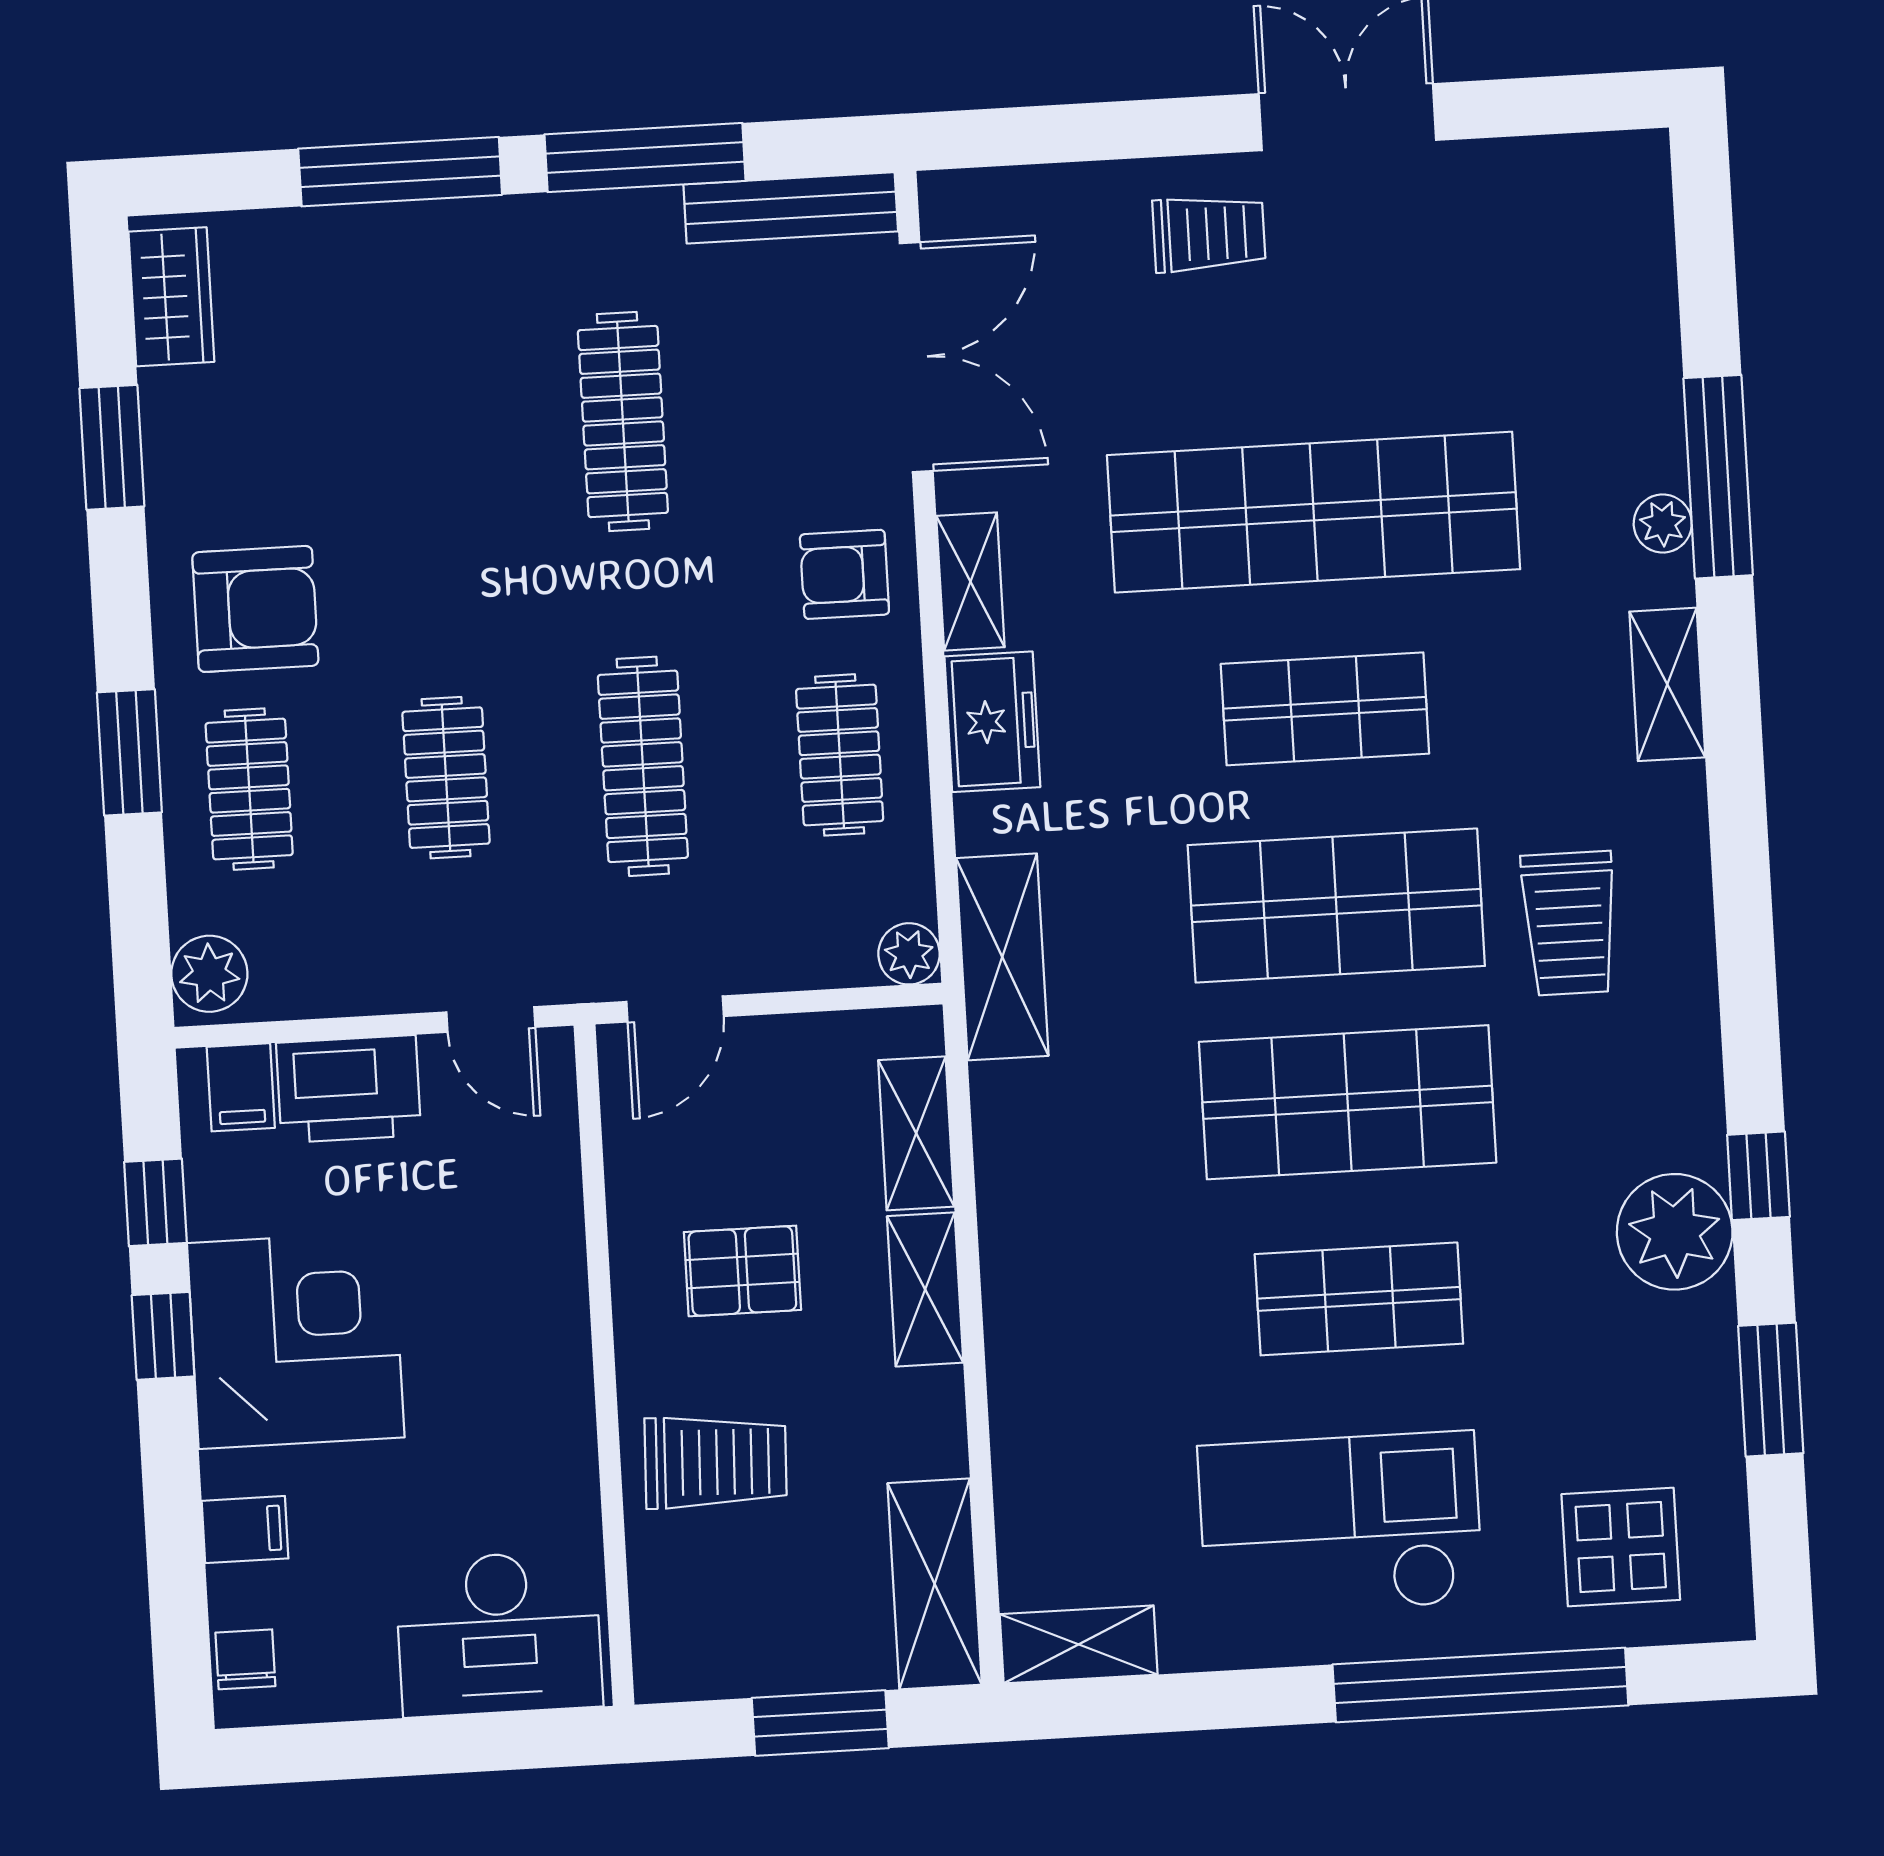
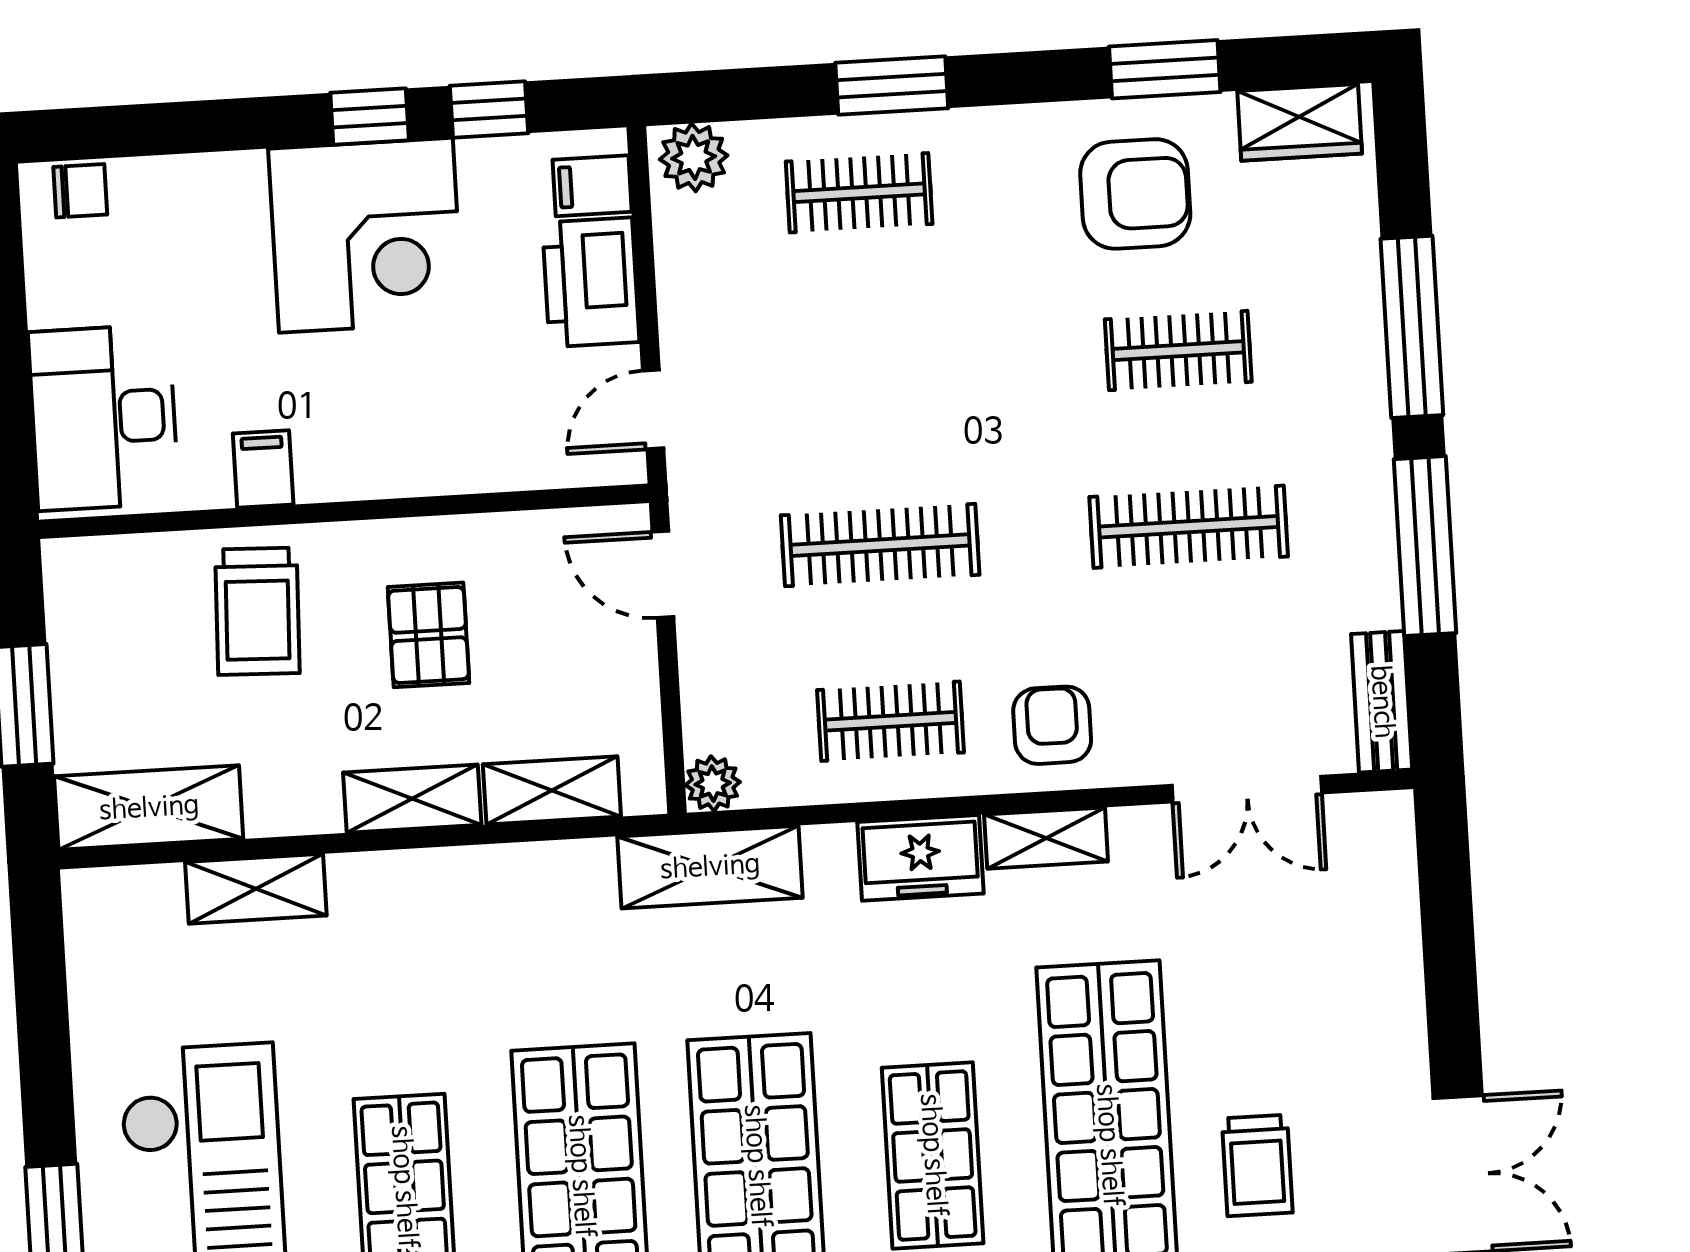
bench: (791, 208) -> (1382, 702), width x0.73
trolley: (1209, 234) -> (1257, 1165), moved
double door: (916, 357) -> (1247, 789), width x0.73
armchair: (255, 609) -> (1135, 194), moved, turned -90
clothes rail: (446, 778) -> (1178, 351), moved
filing cabinet: (245, 1530) -> (263, 469), moved, turned 180
shelving: (1079, 1644) -> (256, 889), moved, turned 90

